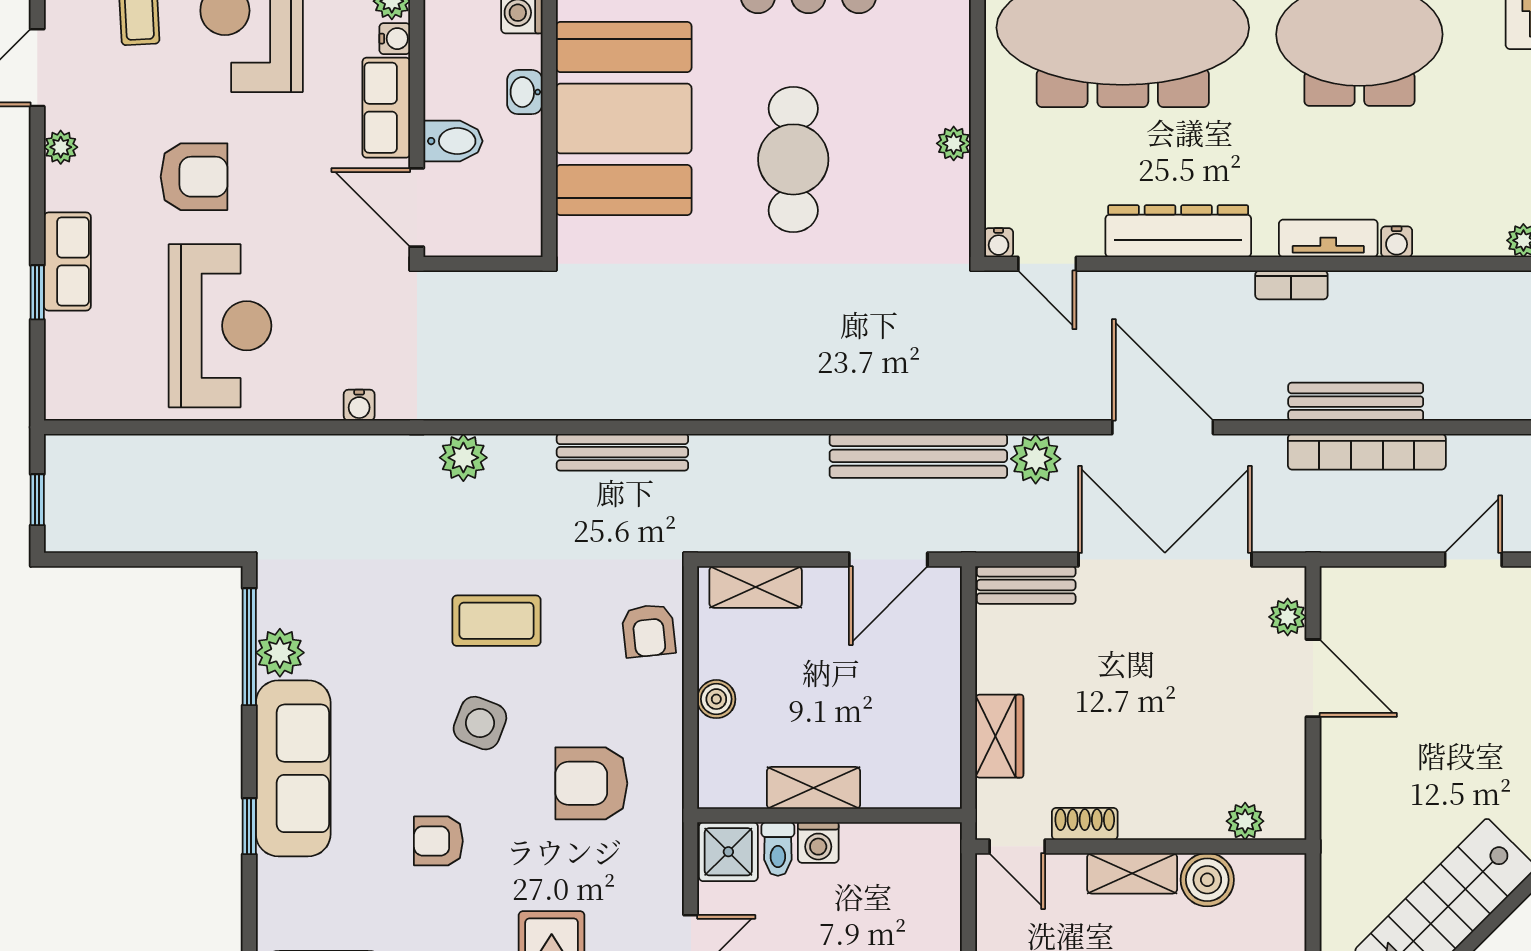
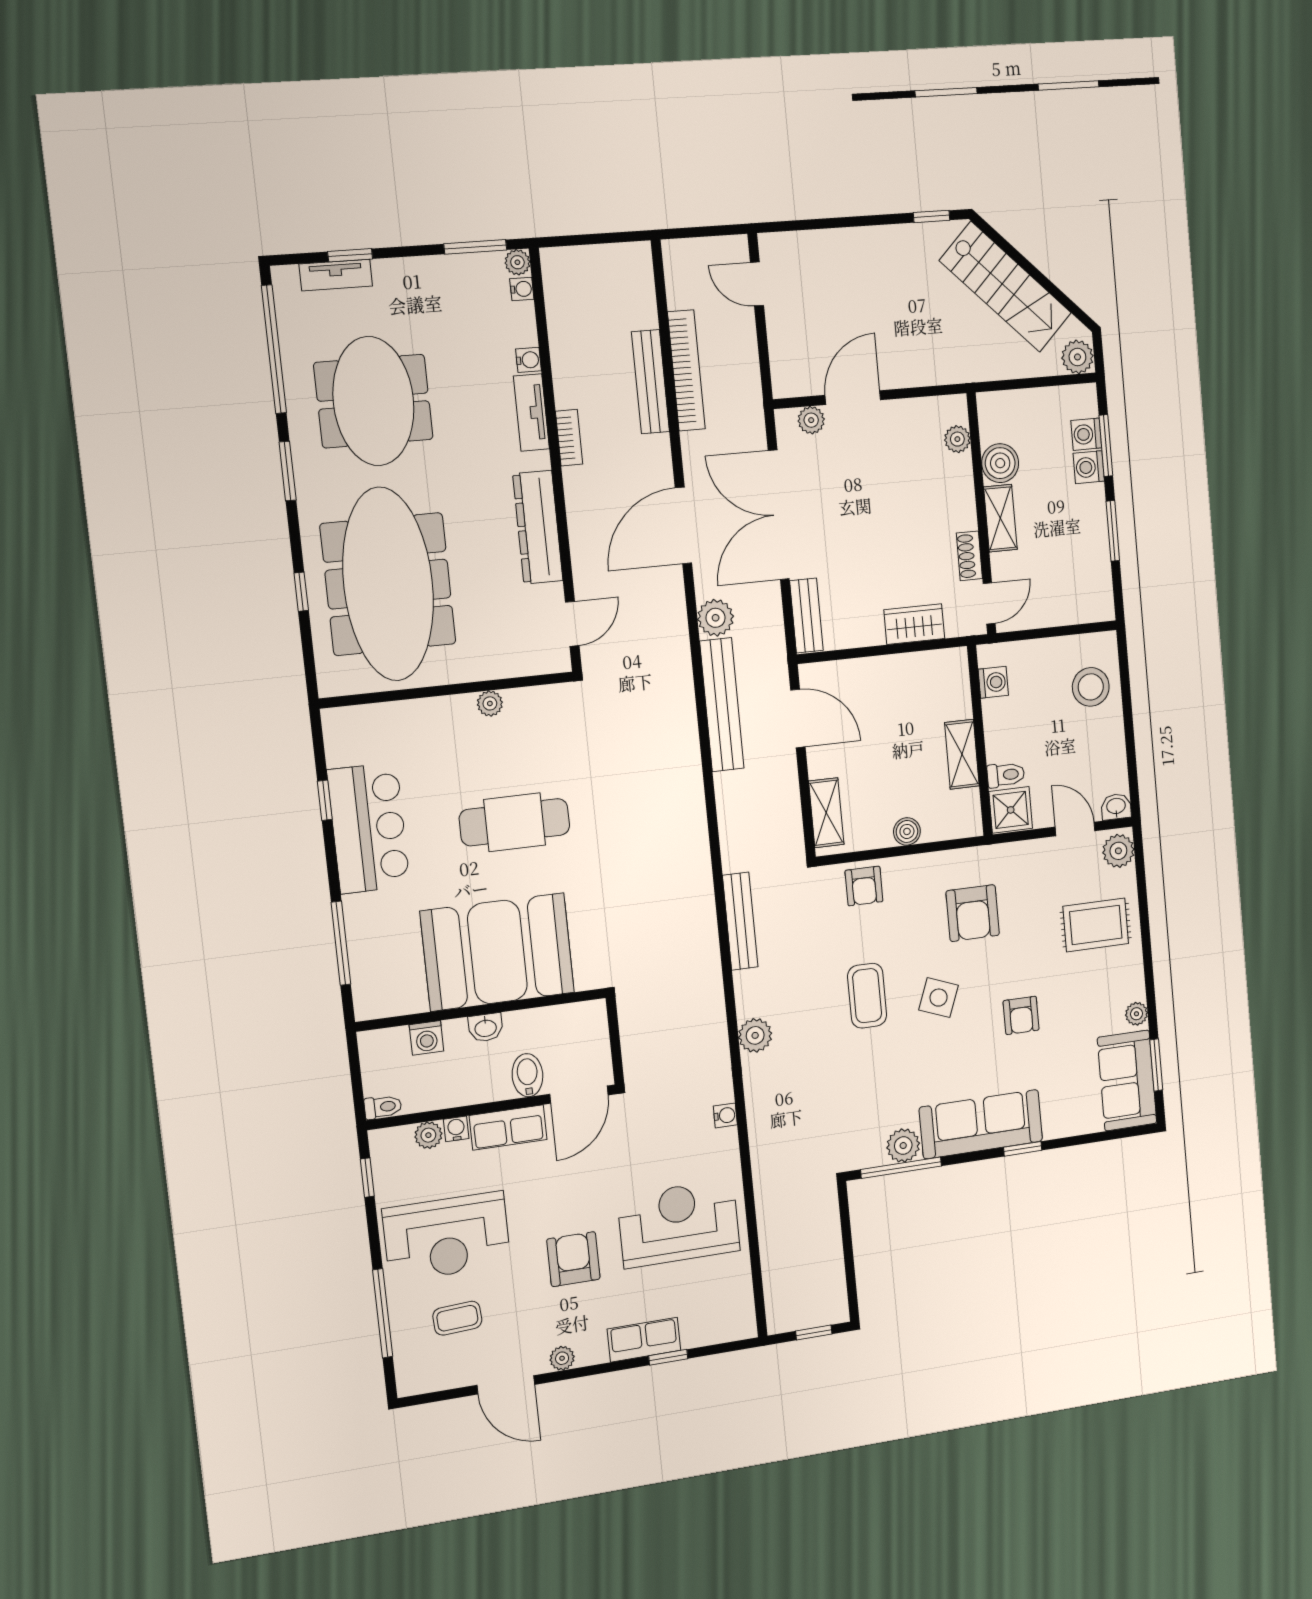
water cooler: (999, 243) -> (522, 289), moved
armchair: (649, 631) -> (864, 886), turned 96
washing machine: (818, 843) -> (993, 682), moved

